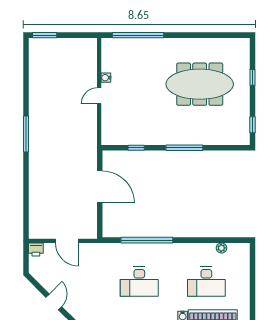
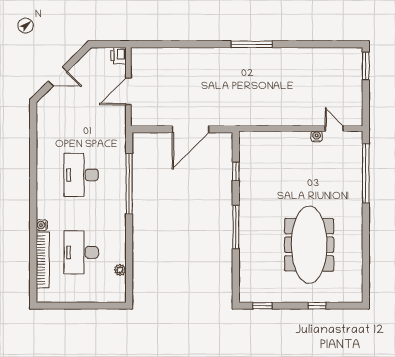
door: (99, 96) -> (334, 129), moved

